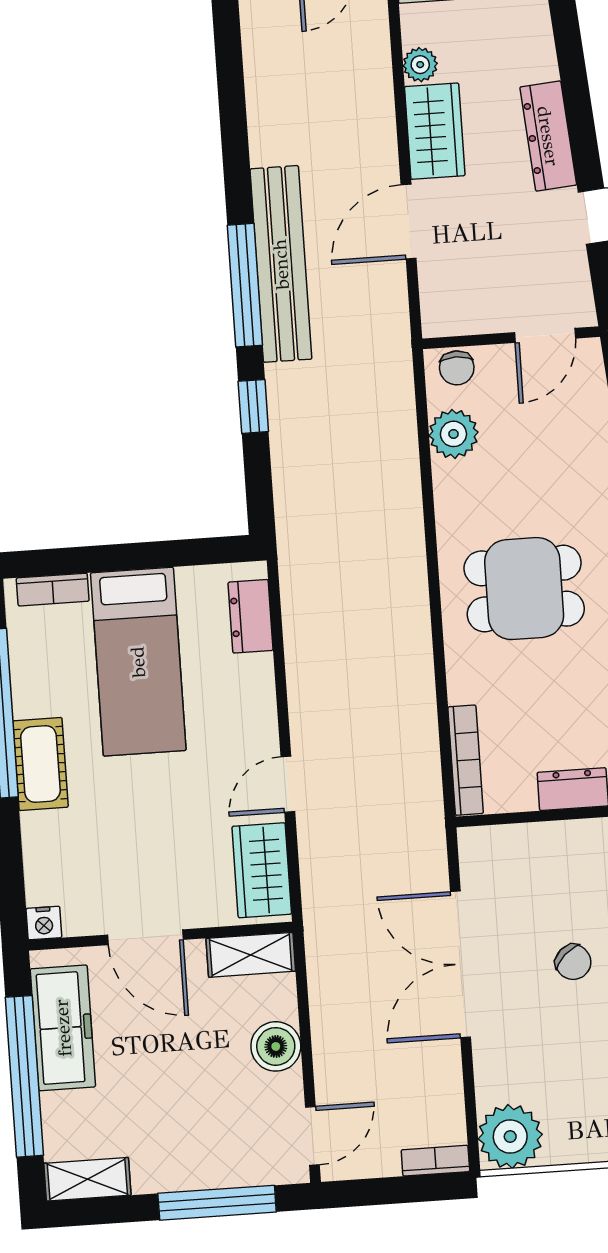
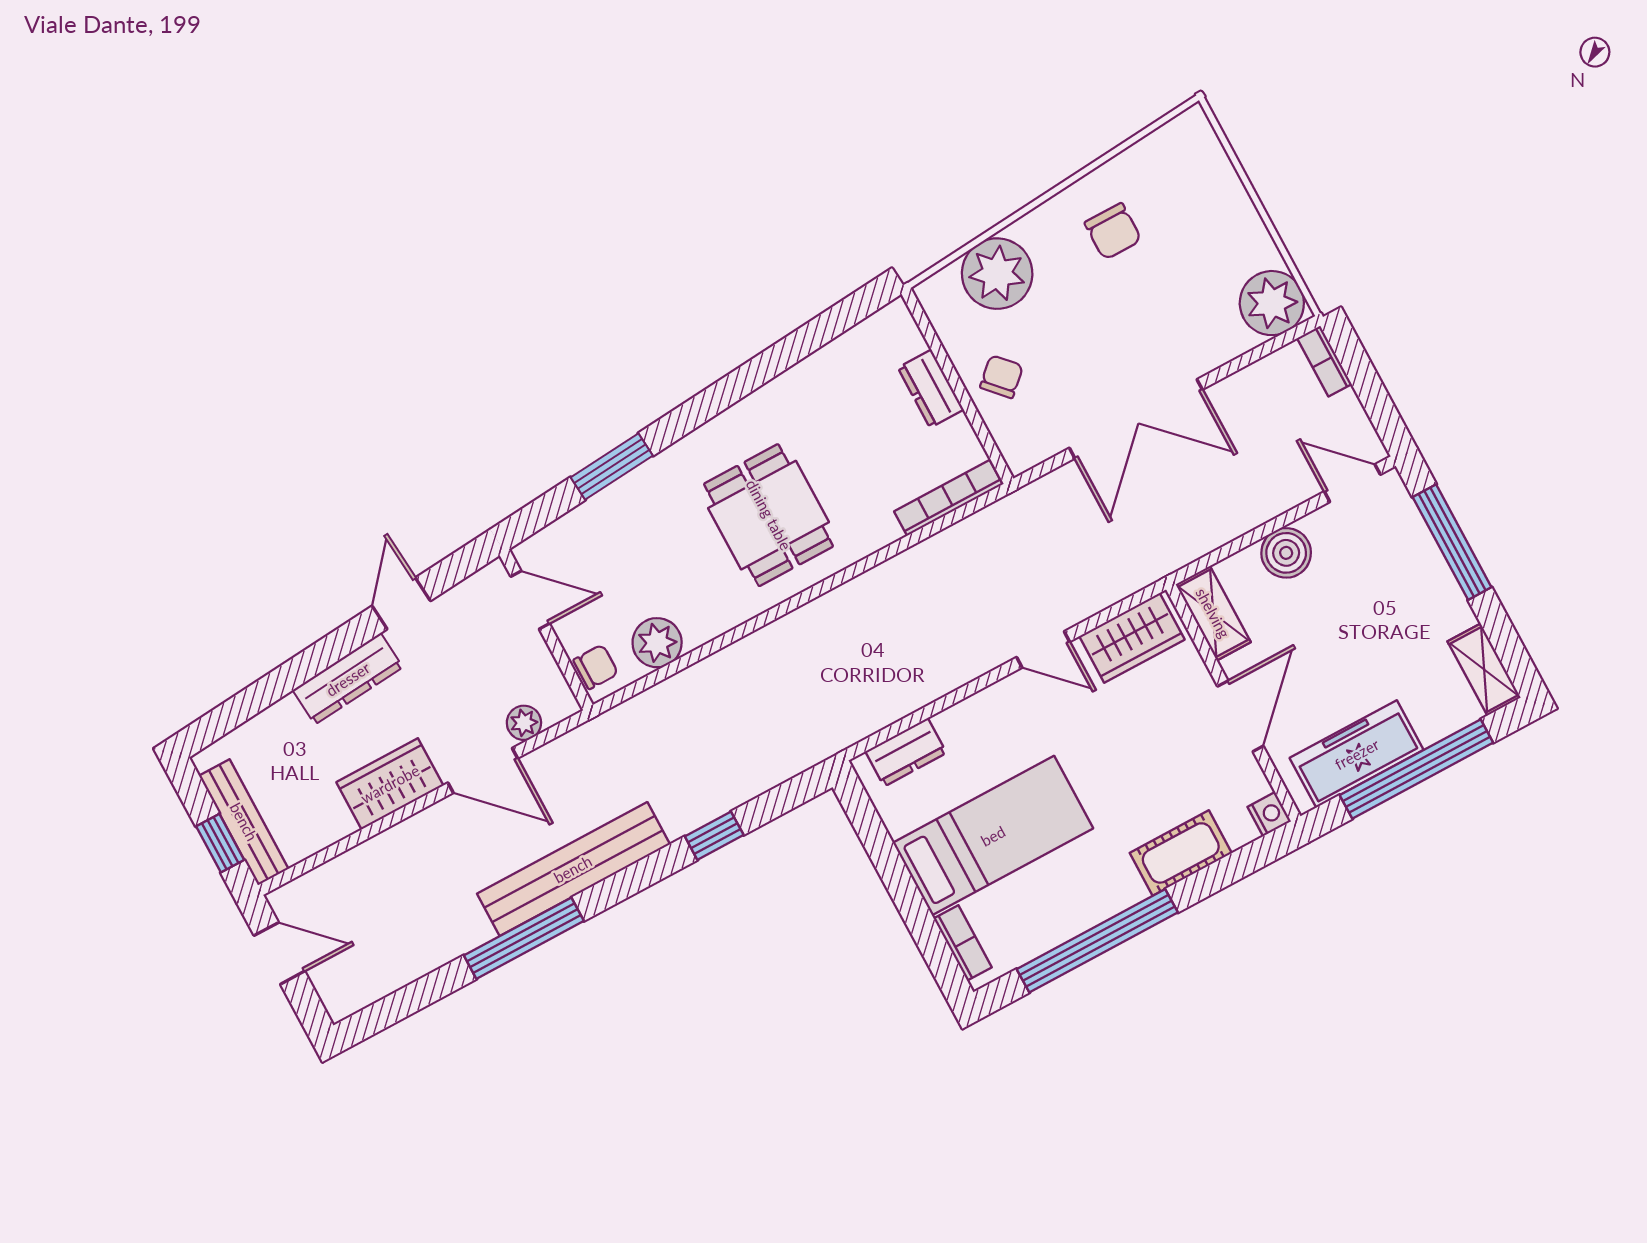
plant: (420, 65) -> (524, 723), moved
window: (245, 285) -> (524, 938), moved
cot: (40, 764) -> (1181, 853), moved
chair: (573, 962) -> (1002, 377), moved

